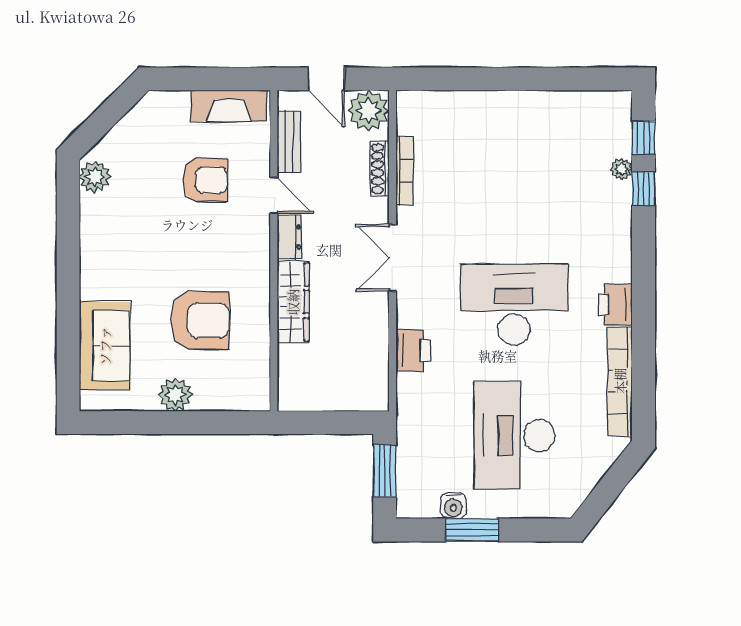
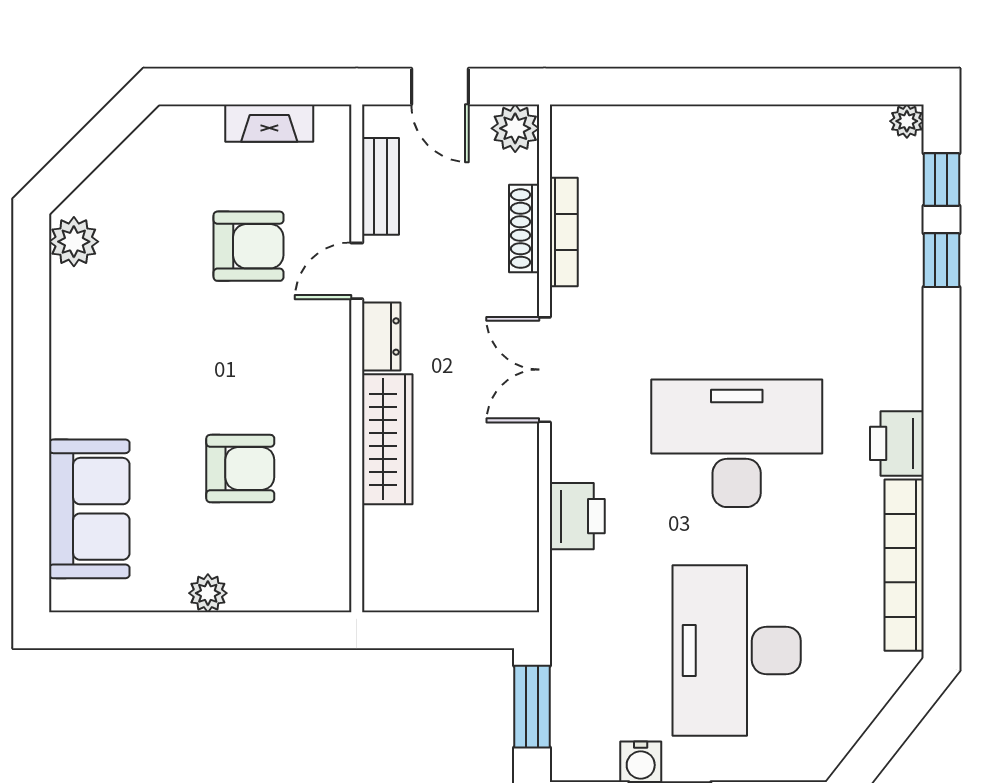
fireplace: (229, 106) -> (269, 123), width x0.73, depth x0.76
plant: (369, 111) -> (515, 128), width x0.73, depth x0.73
plant: (622, 169) -> (907, 121), moved
door: (274, 195) -> (357, 271), swing flipped
armchair: (200, 320) -> (240, 469), width x0.73, depth x0.73
plant: (175, 395) -> (208, 593), width x0.73, depth x0.73

